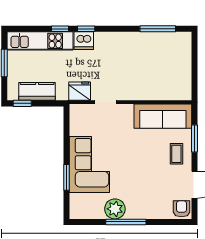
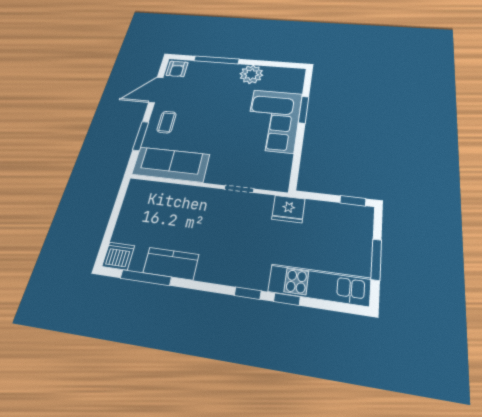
dishwasher: (84, 41) -> (118, 256), moved
kitchen counter: (37, 91) -> (171, 264), moved, turned 180
fridge: (80, 91) -> (288, 209), moved
window: (126, 222) -> (216, 60), moved

